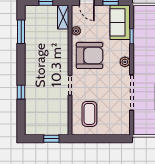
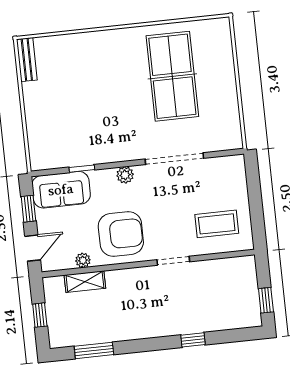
shelving: (63, 17) -> (85, 282), moved
armchair: (90, 55) -> (121, 234), turned 90
window: (51, 139) -> (266, 300), moved

